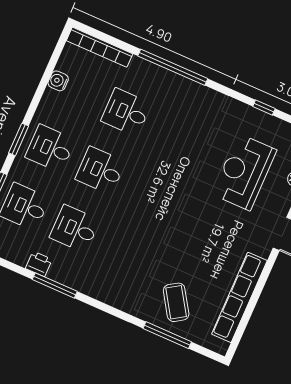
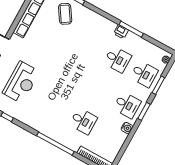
water cooler: (58, 81) -> (127, 128), moved
desk: (100, 170) -> (100, 90), removed
printer: (39, 264) -> (121, 32), moved

